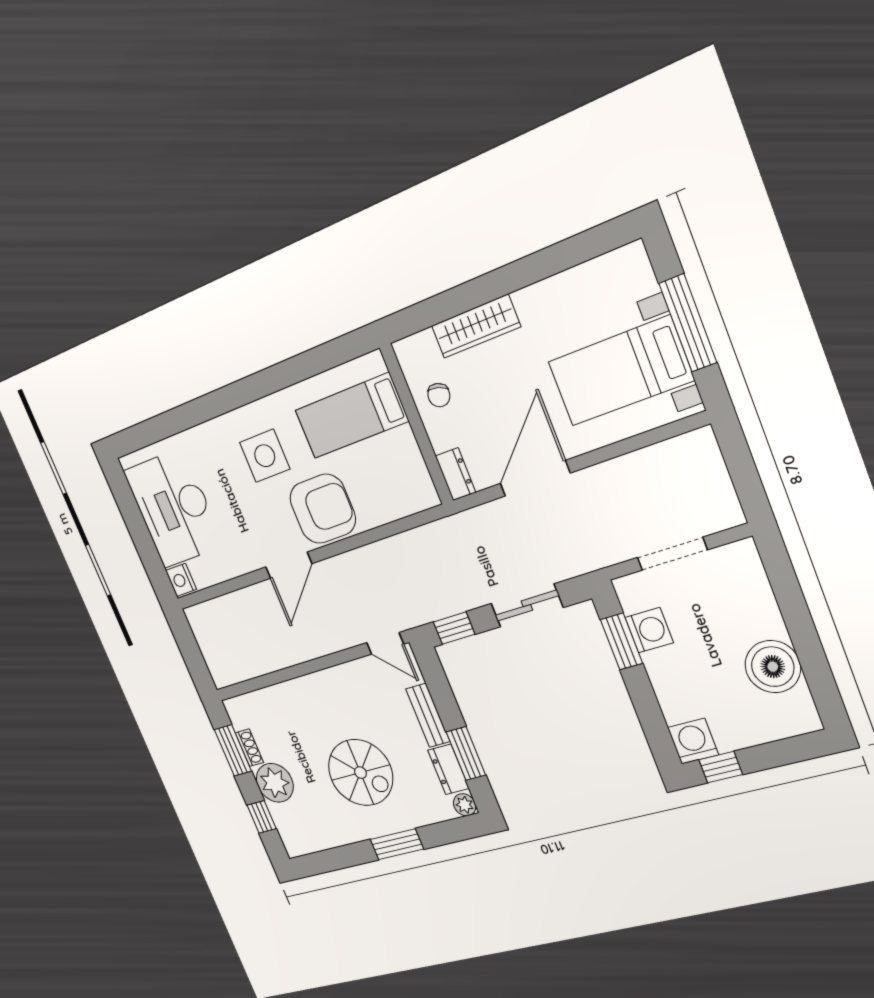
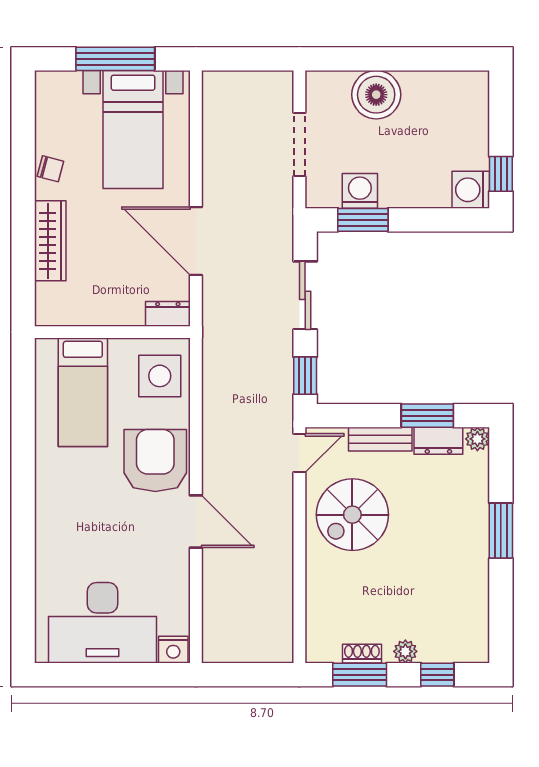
chair: (439, 395) -> (50, 169), moved
side table: (265, 456) -> (160, 376), moved
boiler: (773, 667) -> (376, 95), moved
spiral stairs: (360, 773) -> (352, 515), moved, turned 180
plant: (275, 783) -> (405, 651), width x0.53, depth x0.53

